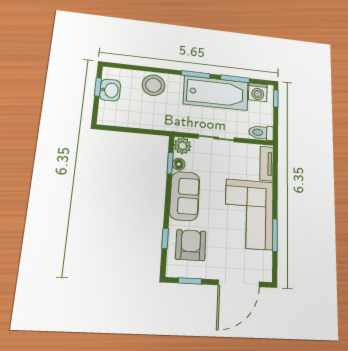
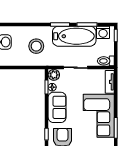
stool: (154, 85) -> (36, 46), moved

